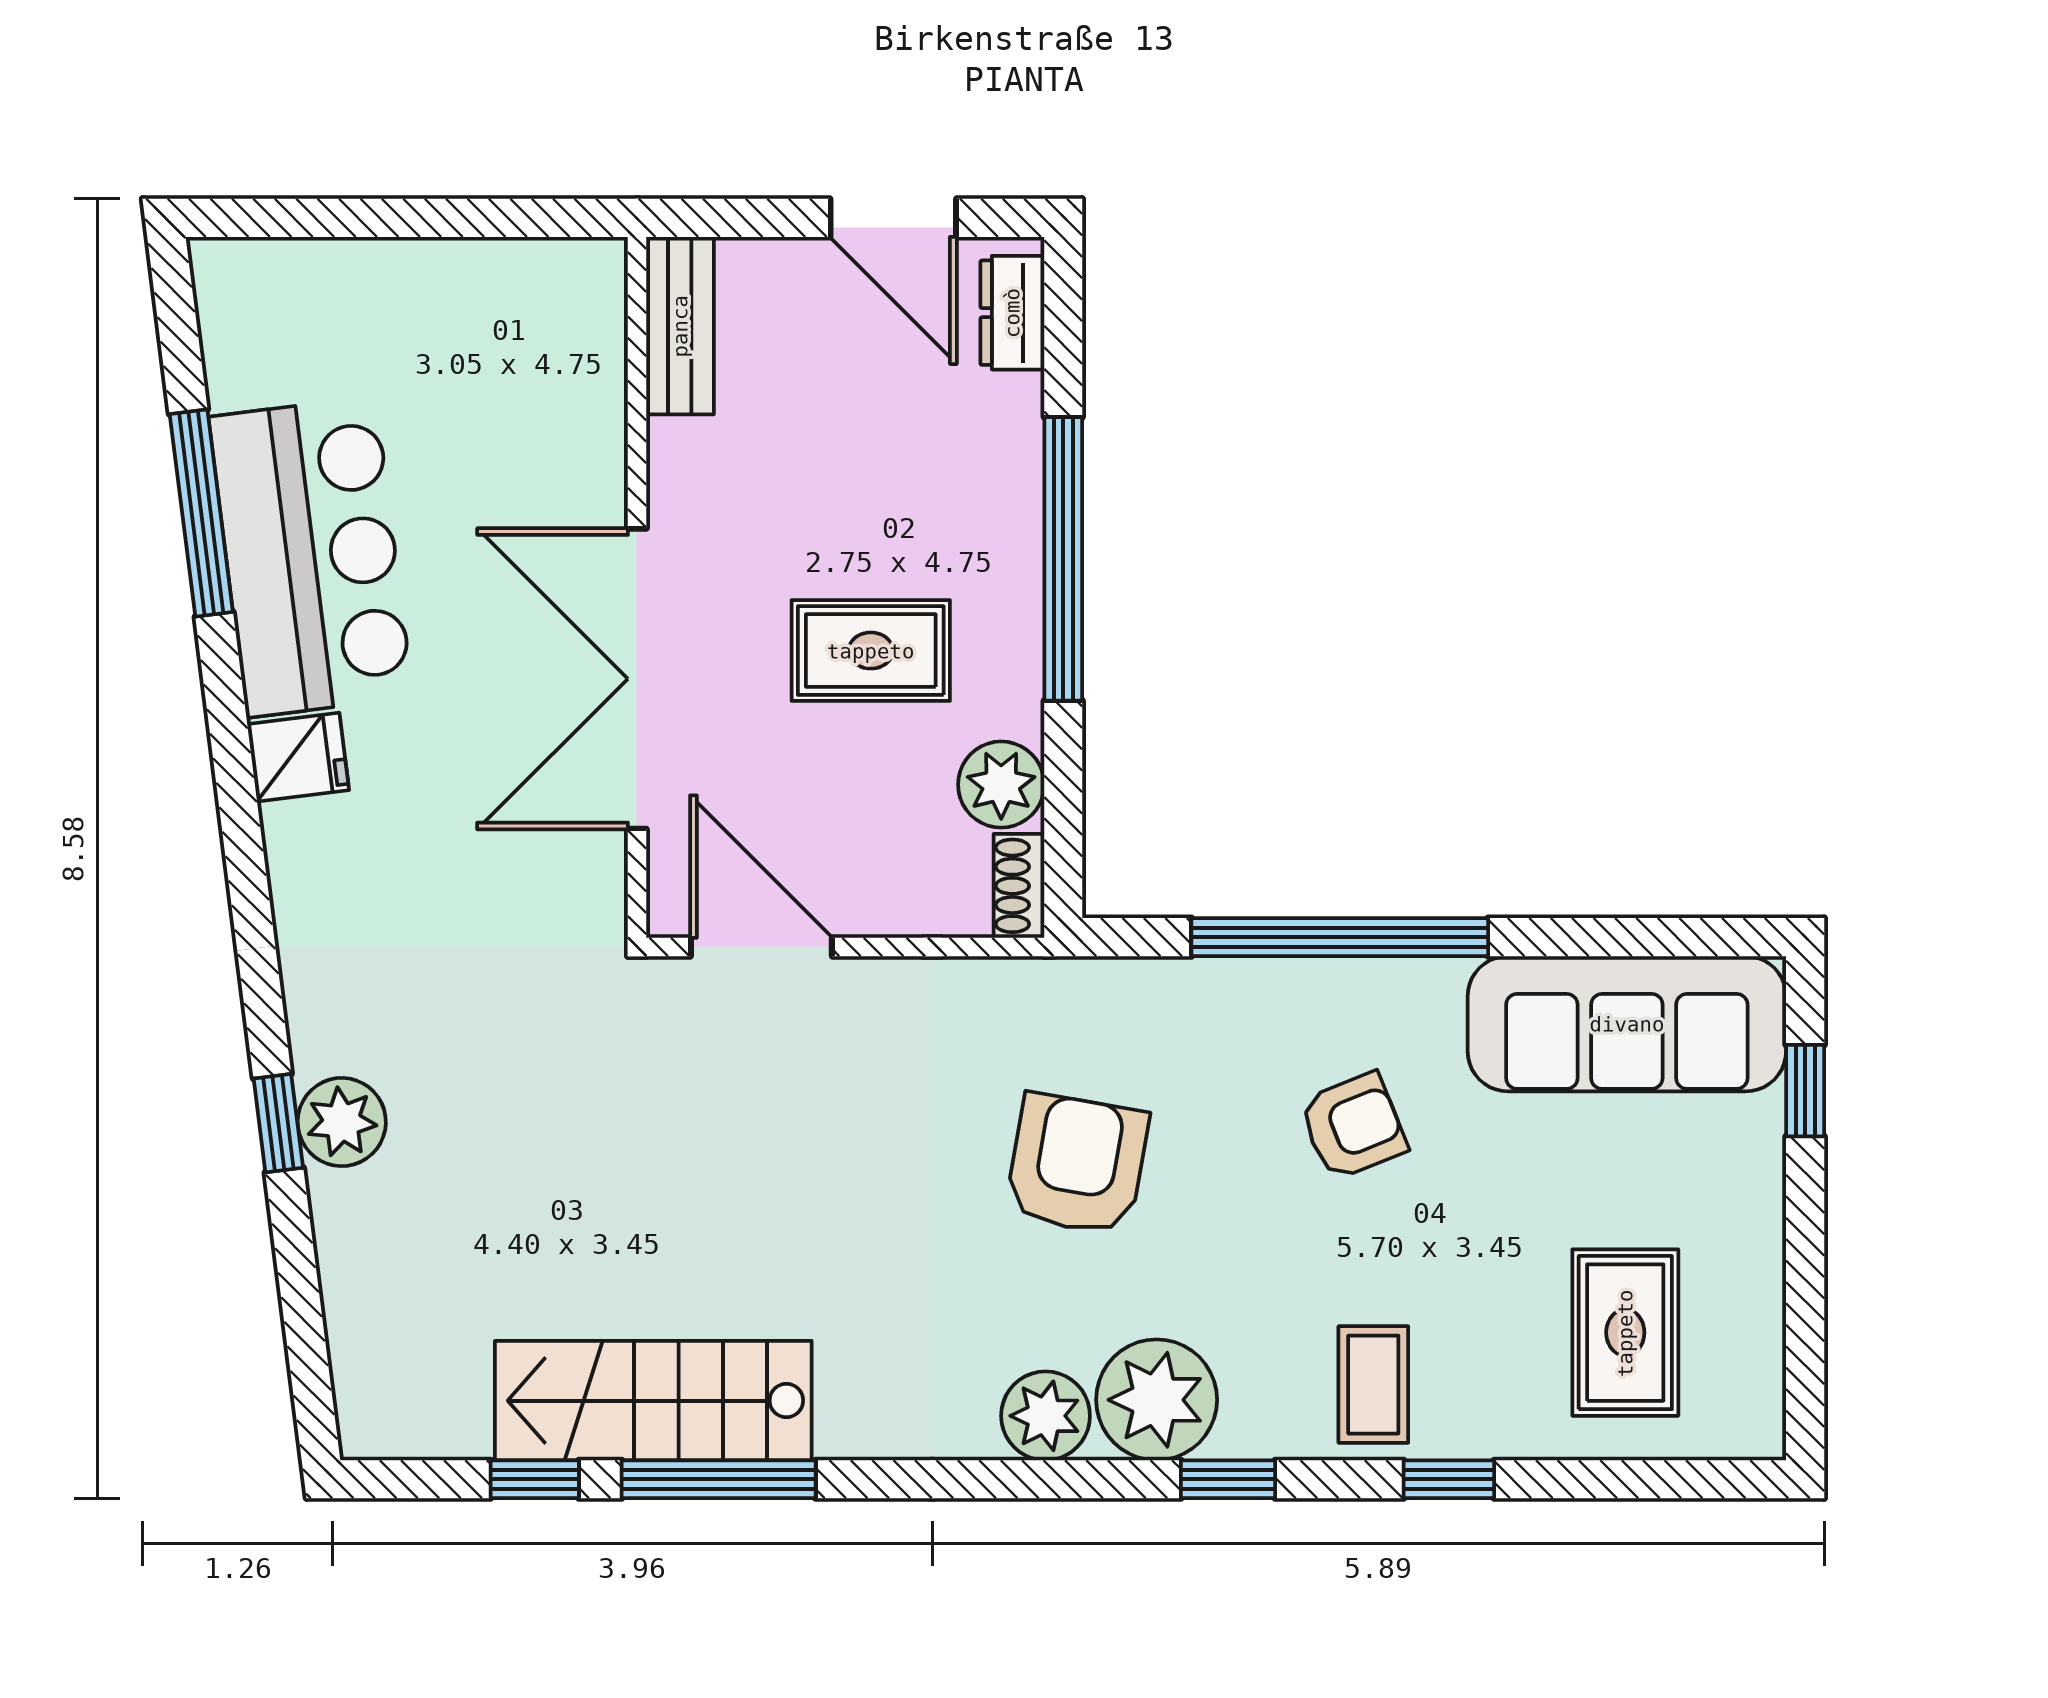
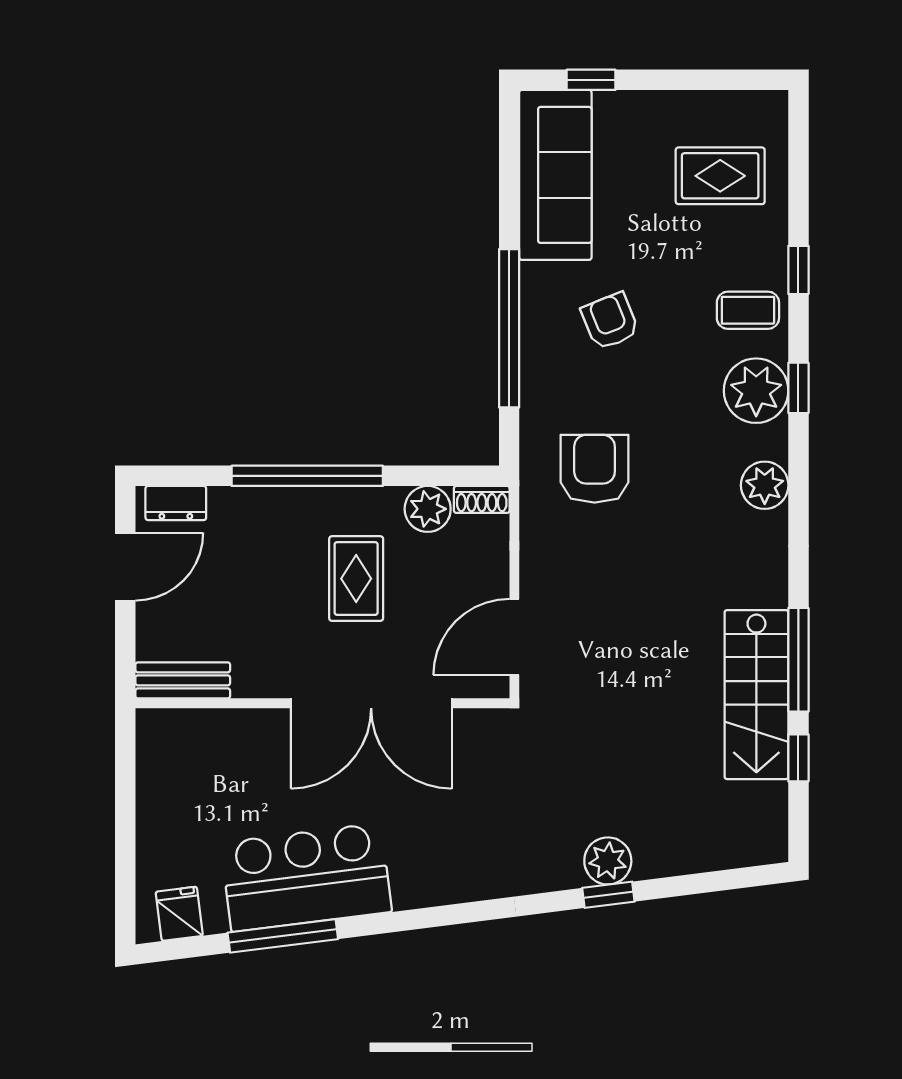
fridge: (298, 757) -> (179, 914), moved
armchair: (1077, 1164) -> (595, 469), moved, turned 80
plant: (1157, 1400) -> (756, 391), moved

